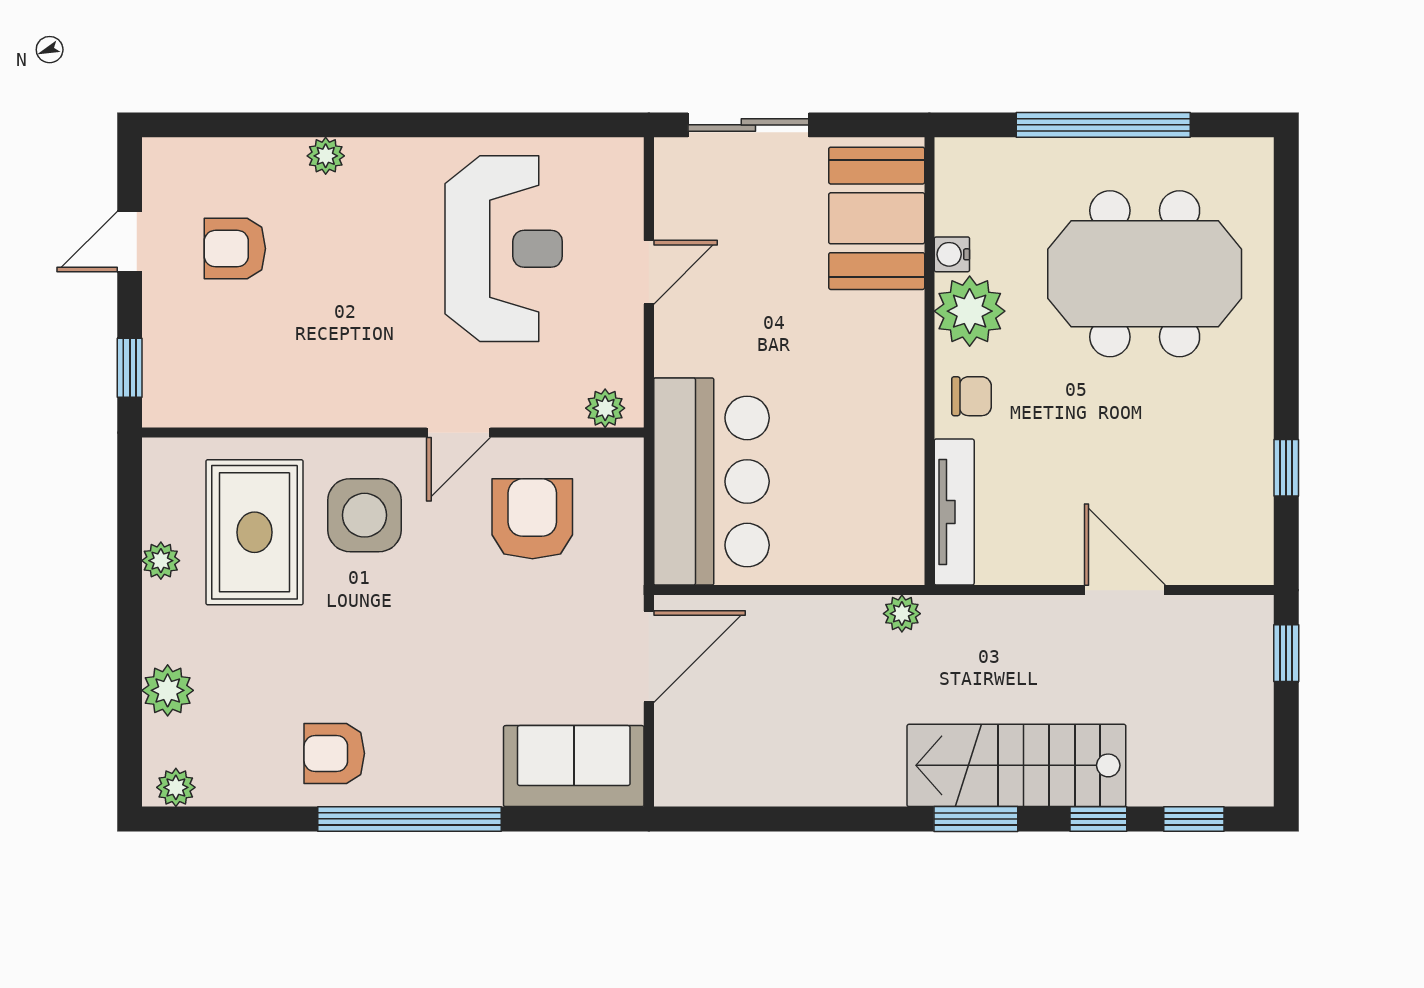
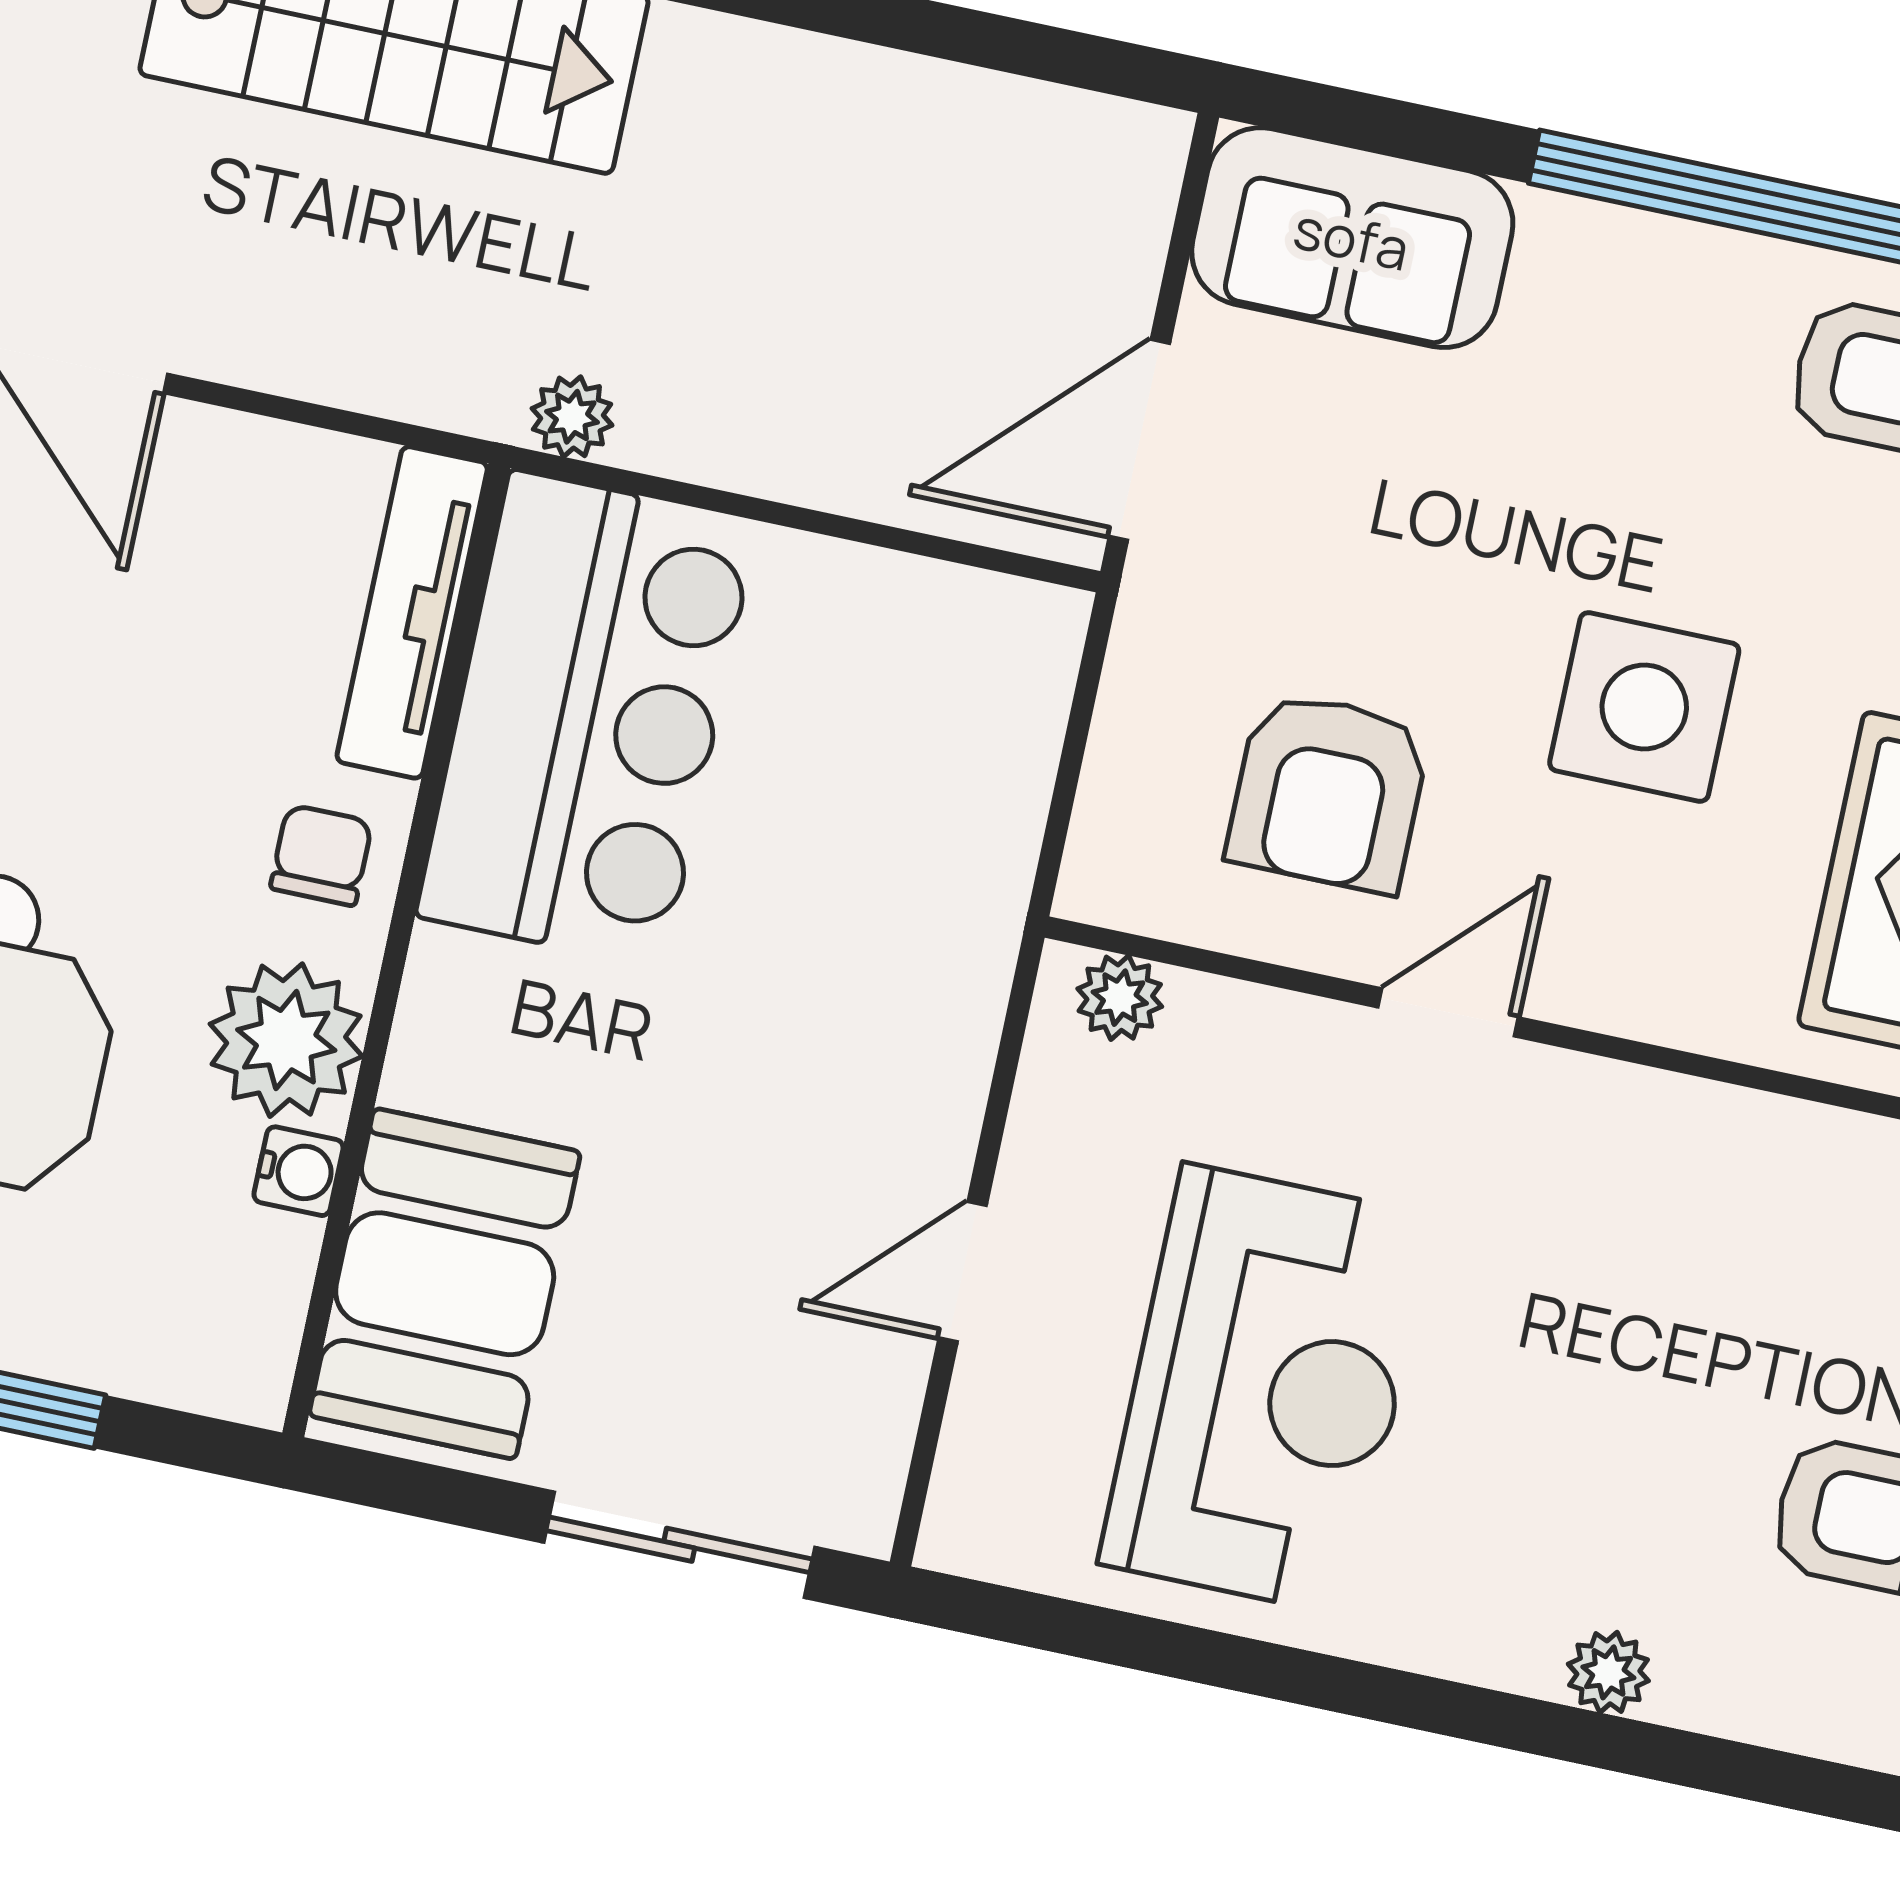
reception desk: (504, 249) -> (1266, 1390), turned 180
chair: (972, 396) -> (321, 855), turned 90
bar counter: (711, 481) -> (587, 719), moved, turned 180
side table: (365, 515) -> (1644, 707), moved

